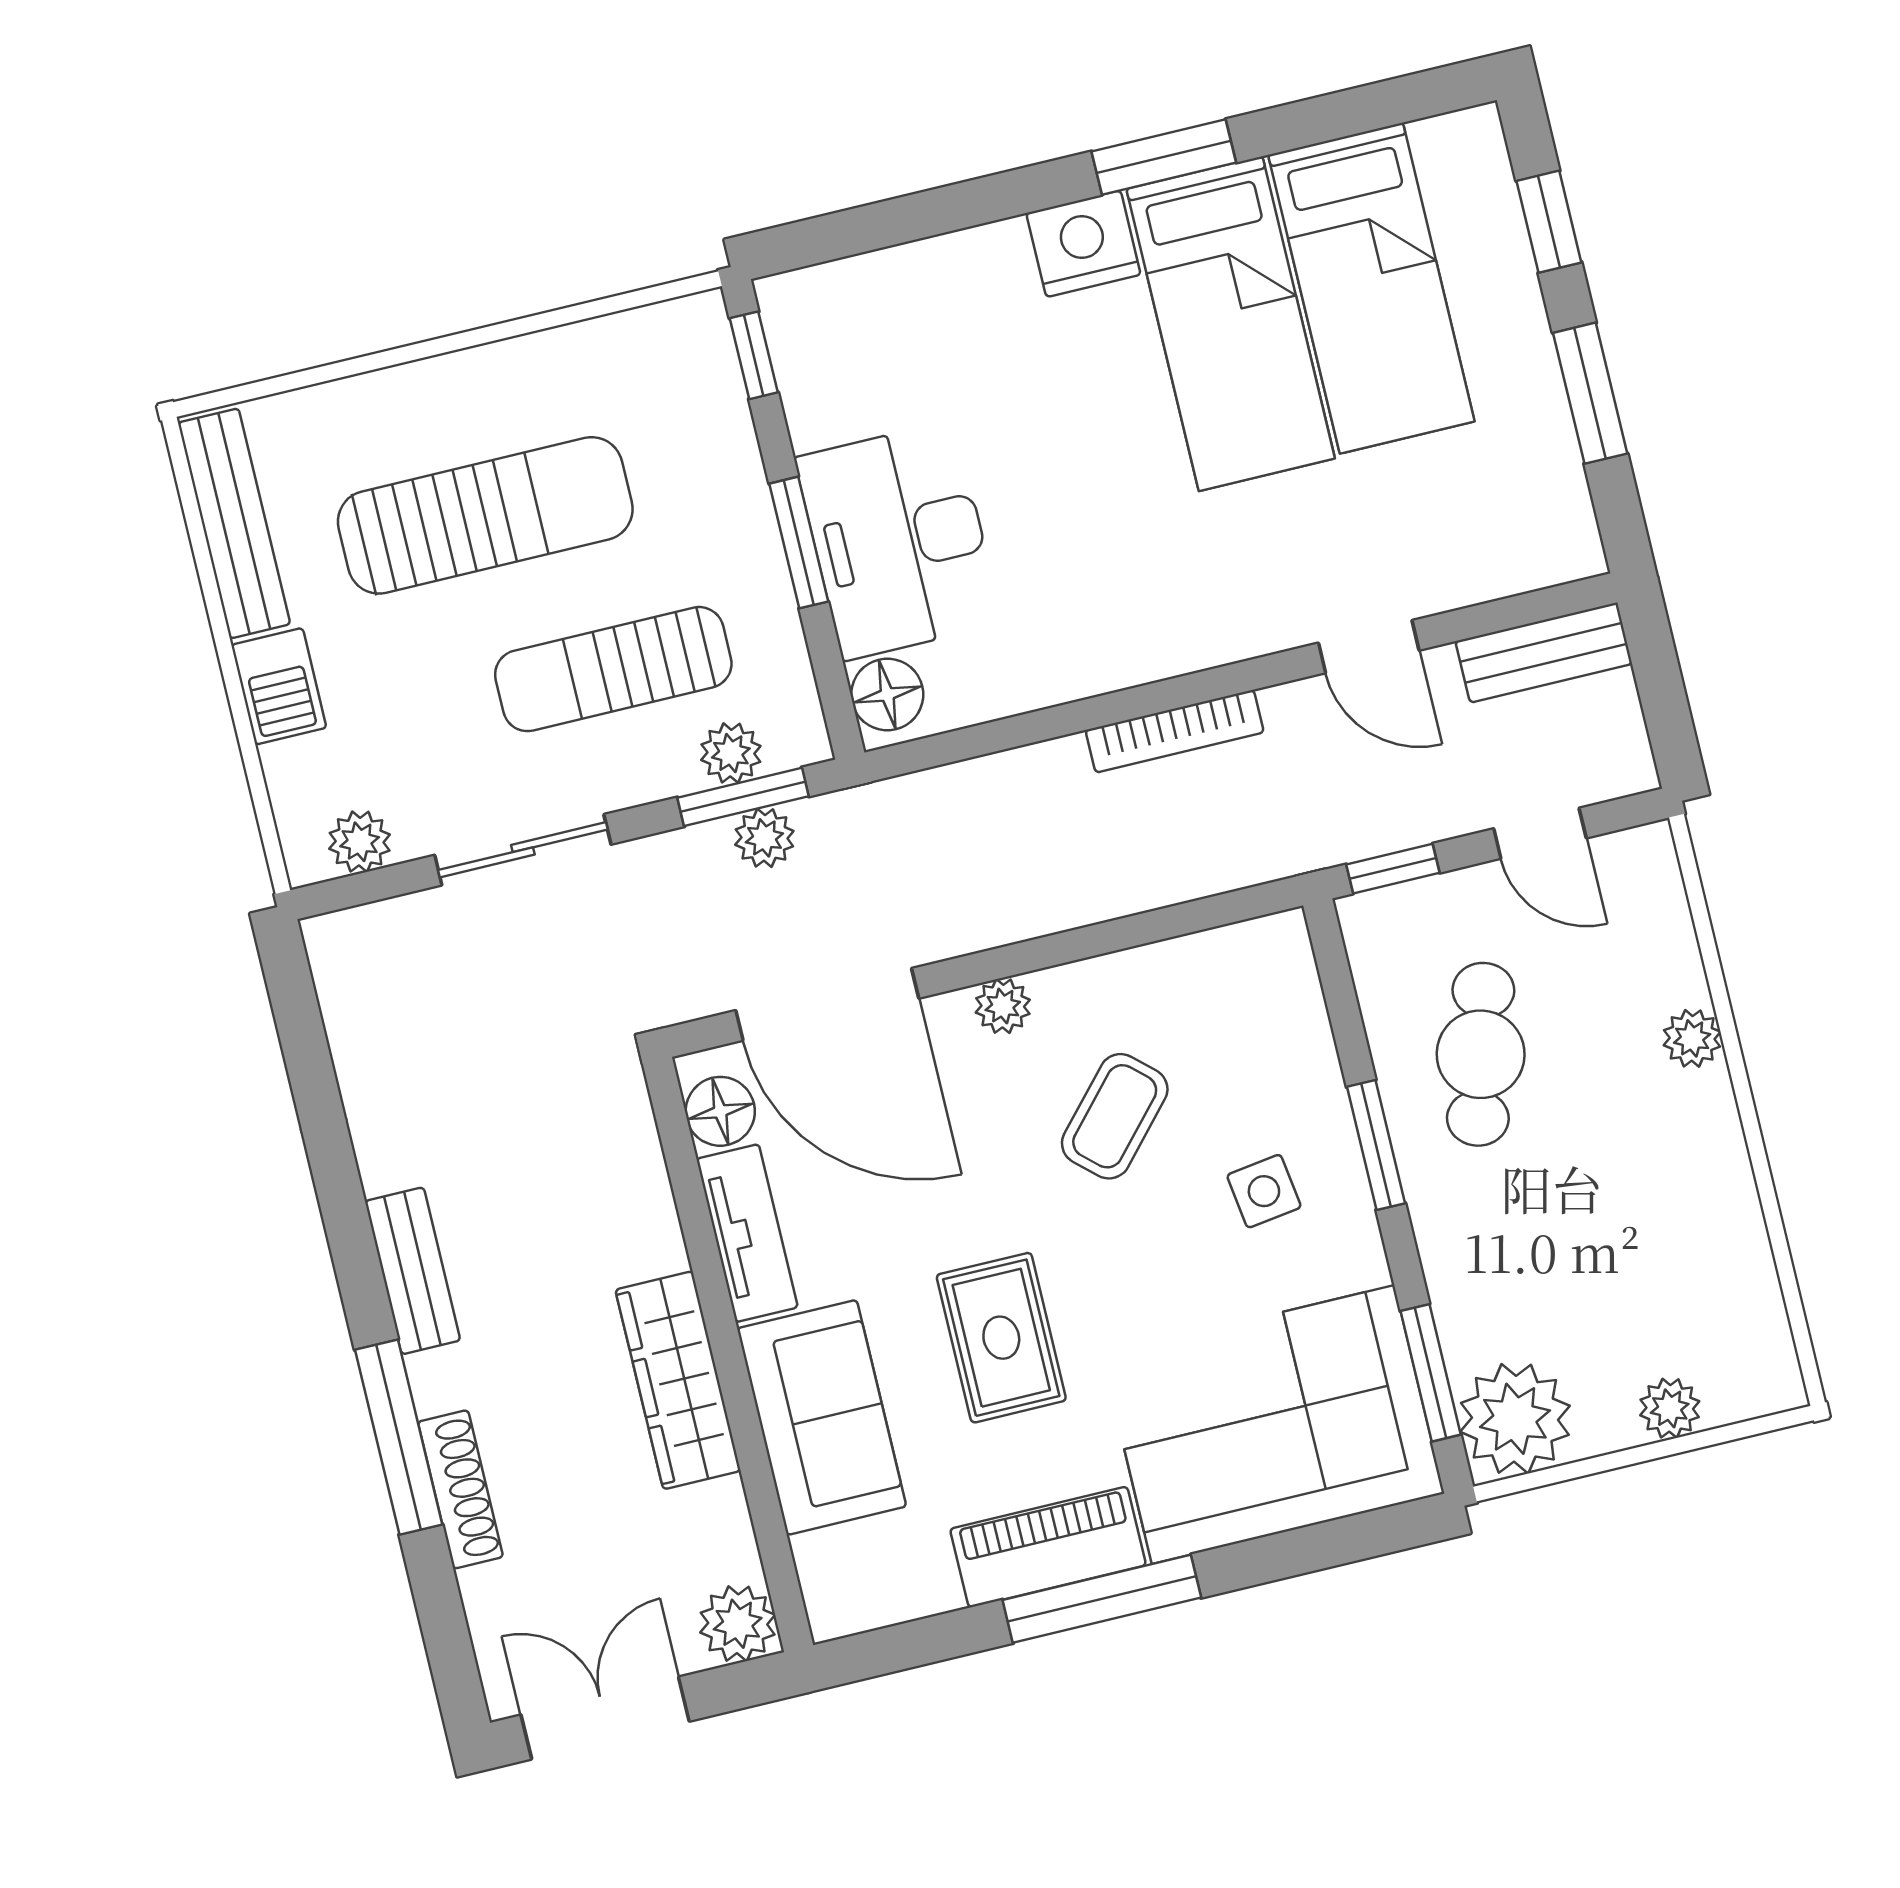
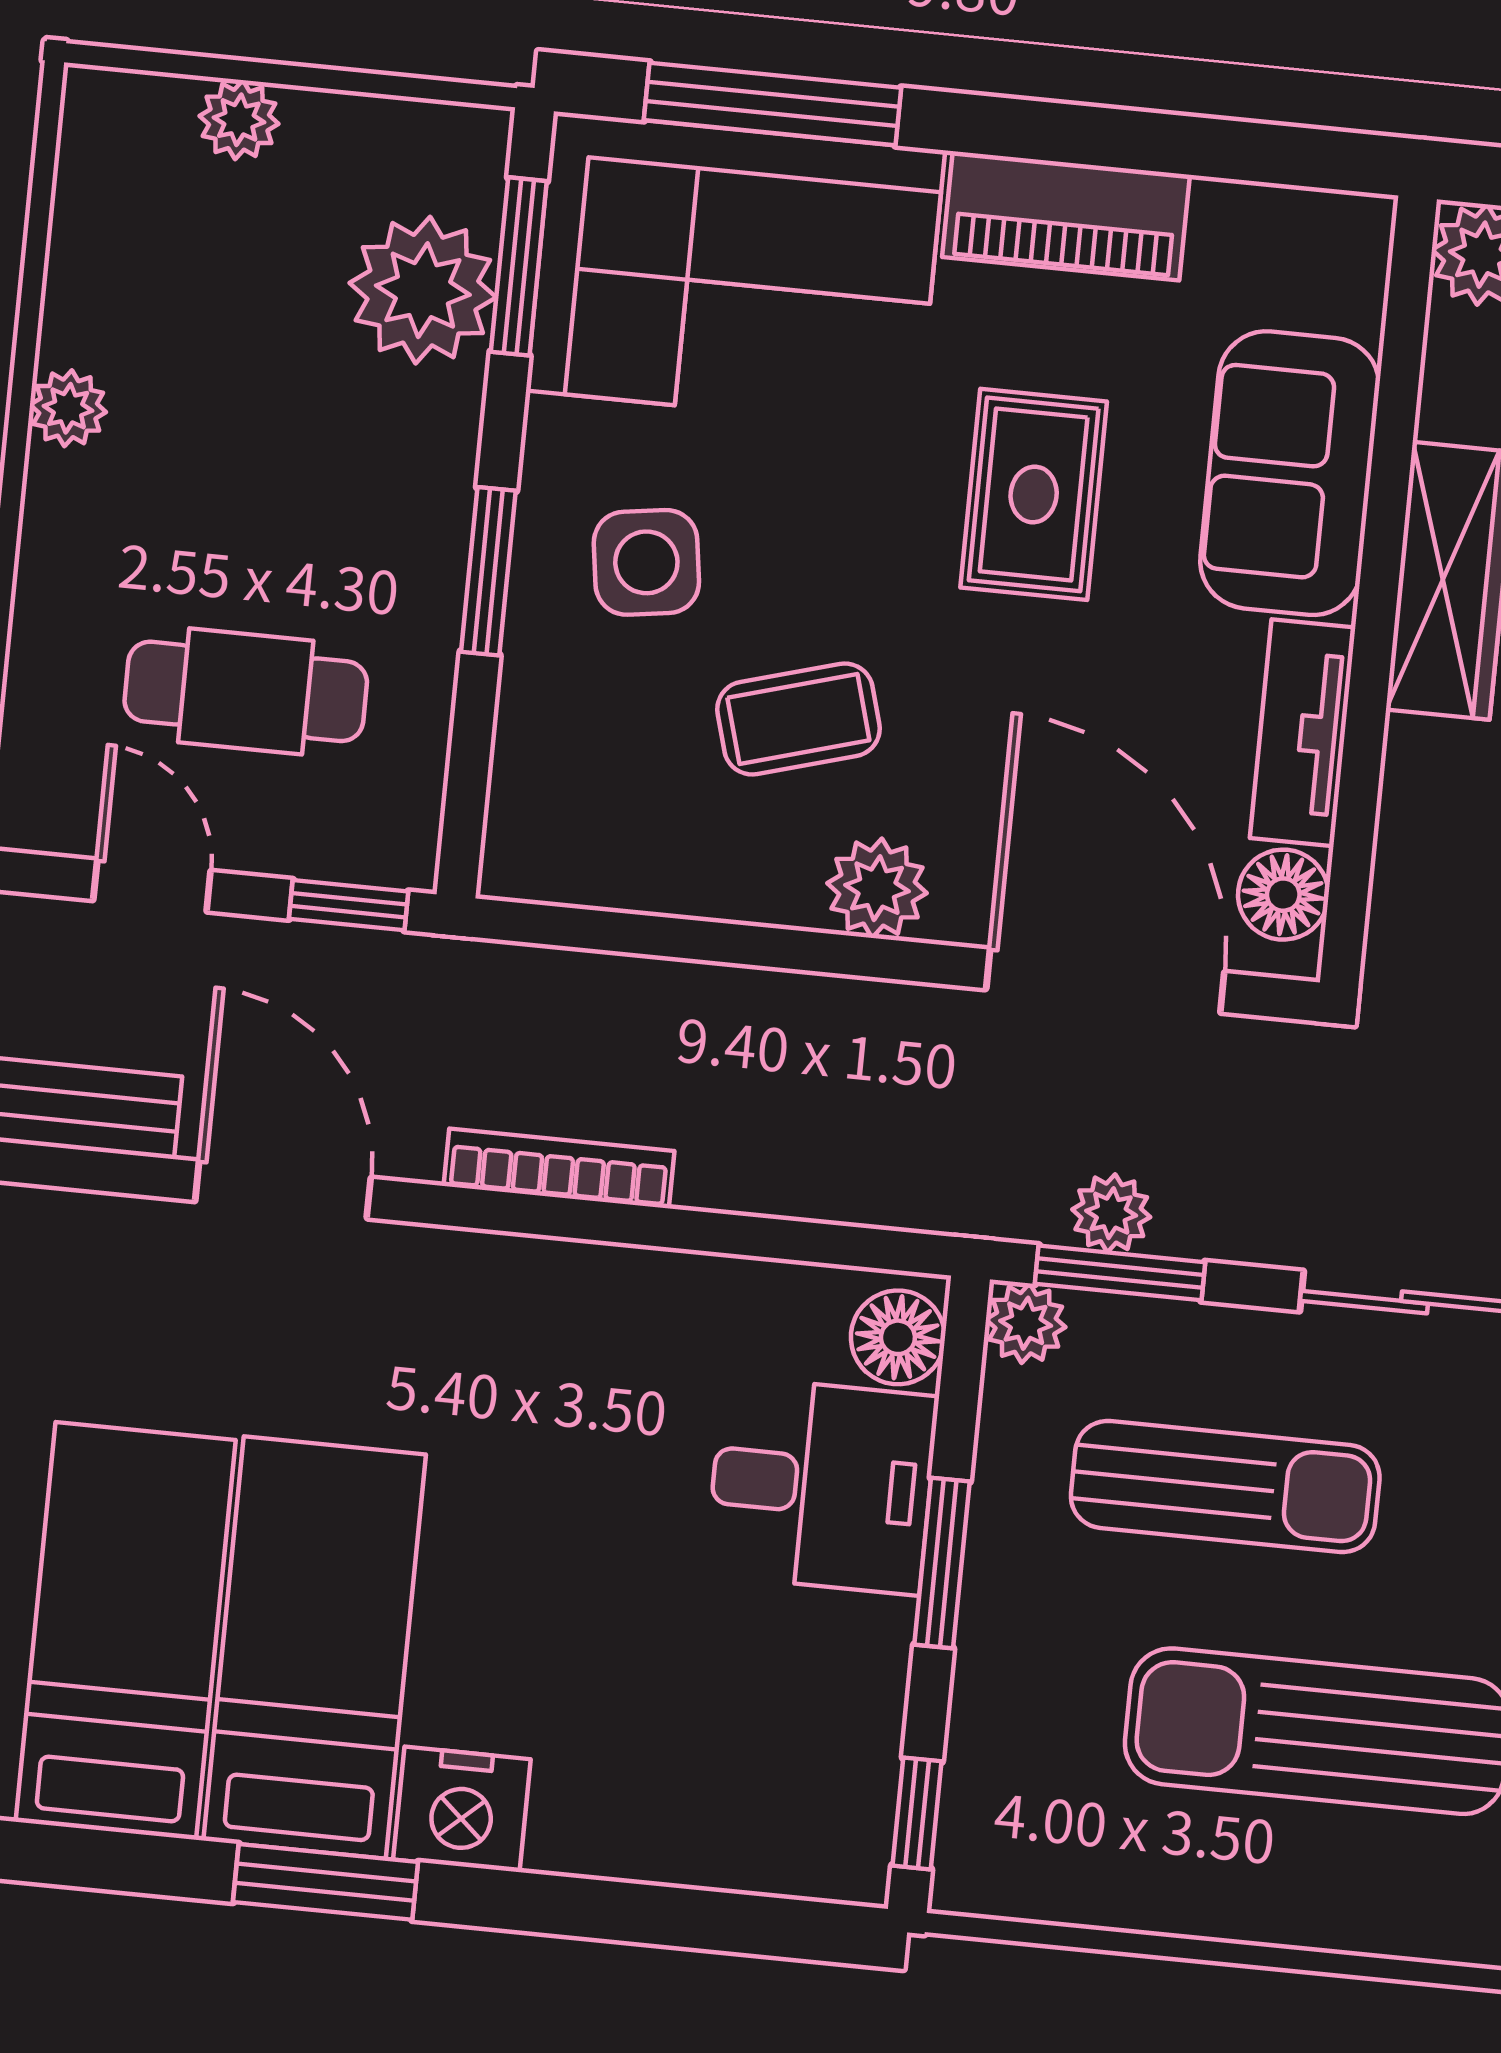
desk: (898, 540) -> (822, 1486), width x0.73
door: (1369, 647) -> (283, 1189), width x1.38
plant: (731, 753) -> (1026, 1323), moved
plant: (1003, 1006) -> (877, 888), width x1.38, depth x1.38
plant: (1692, 1038) -> (68, 408), moved
cafe table: (1481, 1054) -> (246, 691), moved, turned 74
coffee table: (1115, 1116) -> (798, 719), turned 32
side table: (1264, 1191) -> (646, 562), width x1.37, depth x1.37
plant: (1515, 1419) -> (423, 290), moved
window: (1102, 1599) -> (772, 104), moved

